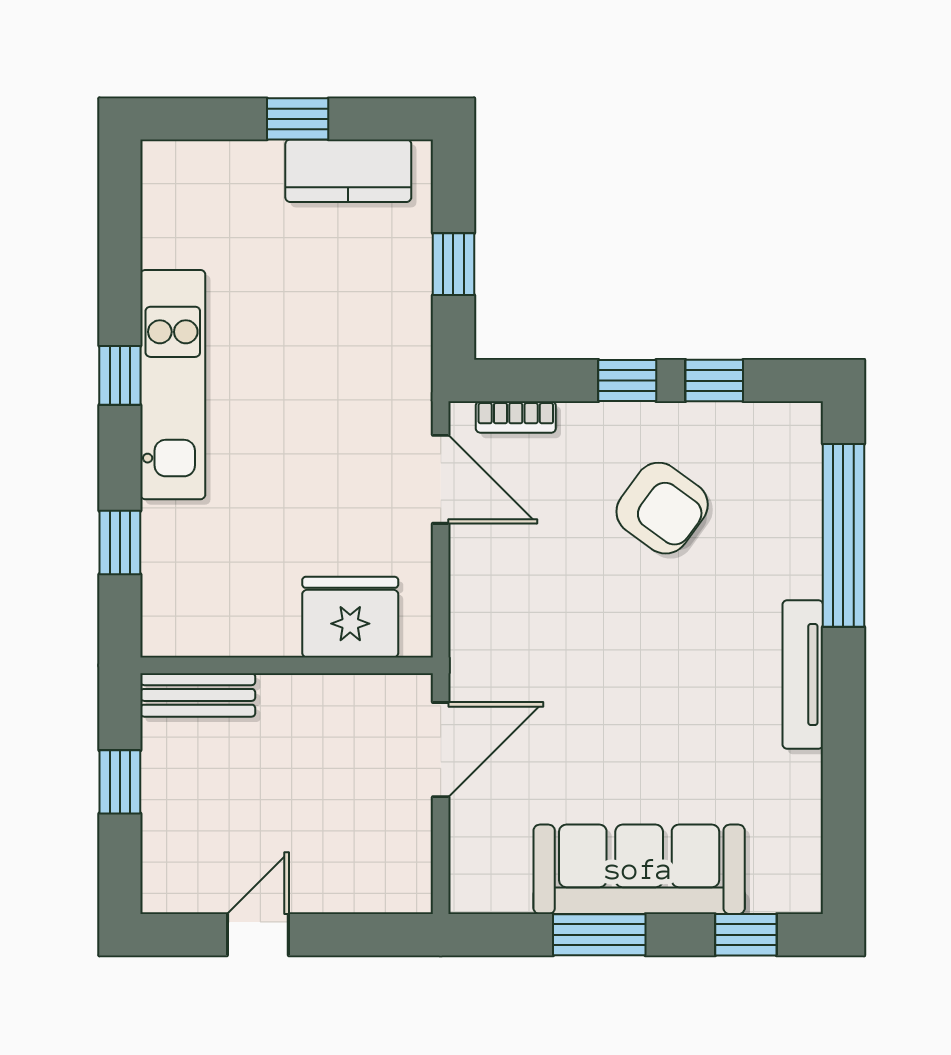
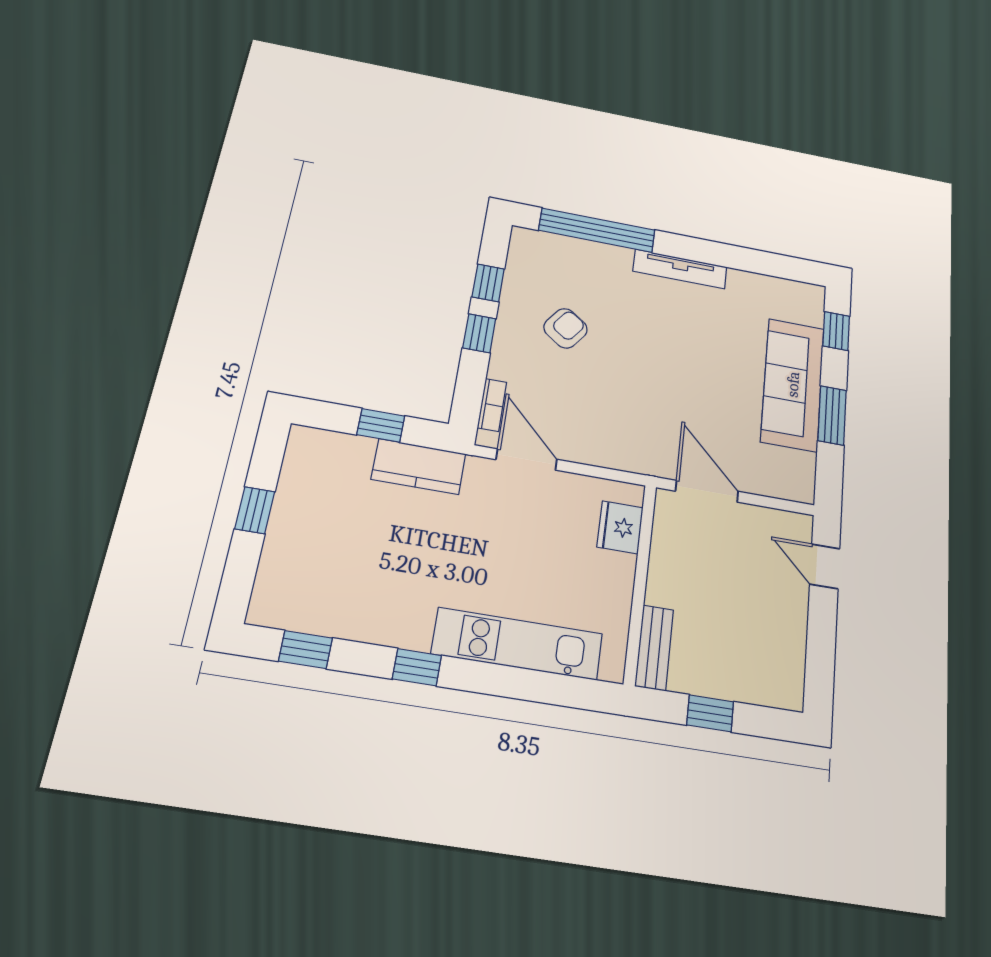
kitchen counter: (348, 171) -> (419, 467), moved, turned 90
kitchen unit: (173, 385) -> (517, 644), moved
door: (441, 479) -> (527, 459), hinge flipped
armchair: (662, 508) -> (565, 328), width x0.72, depth x0.72
window: (120, 543) -> (305, 650), moved
fridge: (350, 617) -> (620, 527), width x0.73, depth x0.75
door: (258, 935) -> (825, 566), moved

